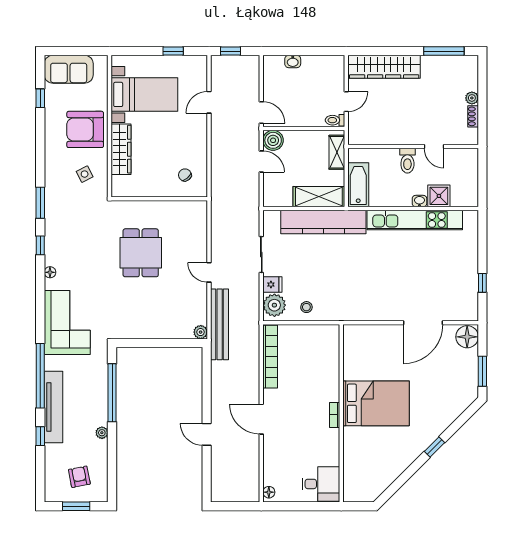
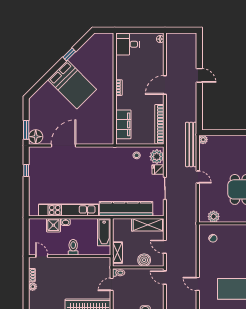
door: (209, 102) -> (198, 284), swing flipped
boiler: (273, 140) -> (144, 260), moved
door: (434, 147) -> (42, 256), moved
shelving: (319, 197) -> (148, 225), moved
plant: (184, 210) -> (214, 217), added
filing cabinet: (328, 356) -> (123, 124), added
window: (482, 371) -> (26, 130), moved
bed: (376, 403) -> (72, 85), moved, turned -135
door: (261, 419) -> (165, 85), swing flipped
window: (434, 447) -> (69, 54), moved

